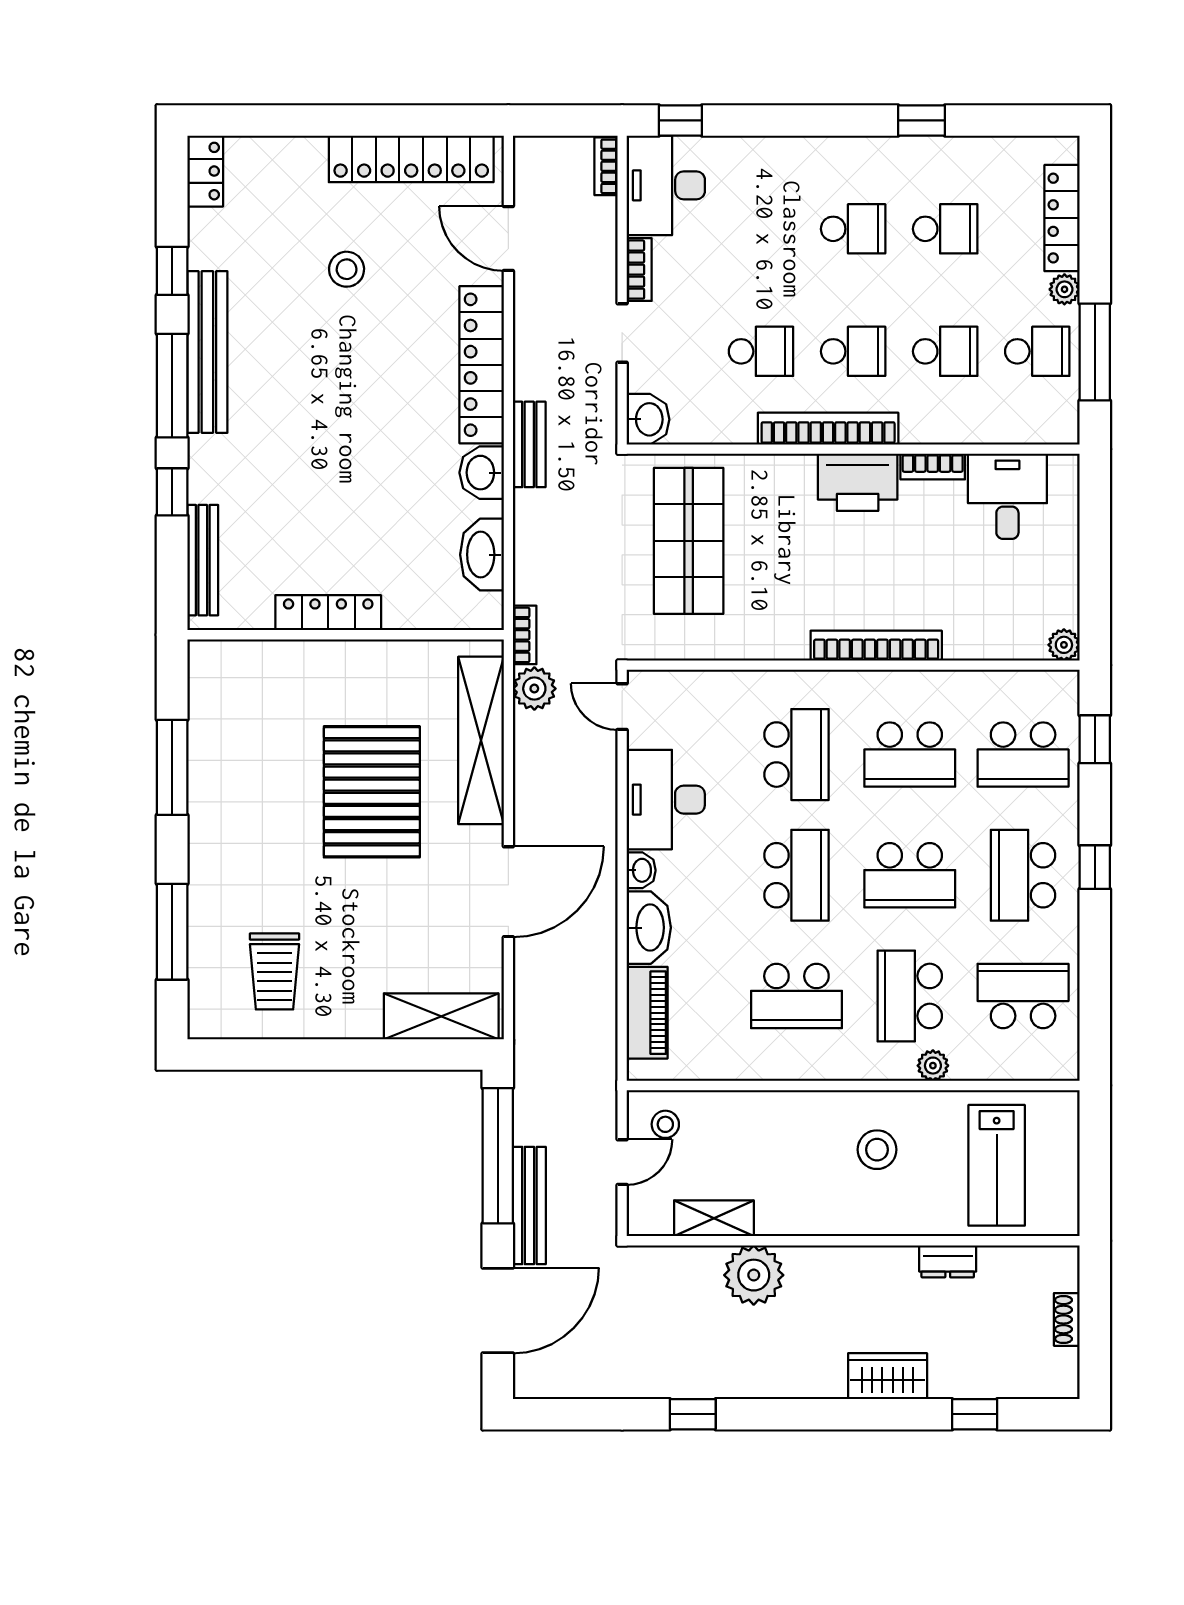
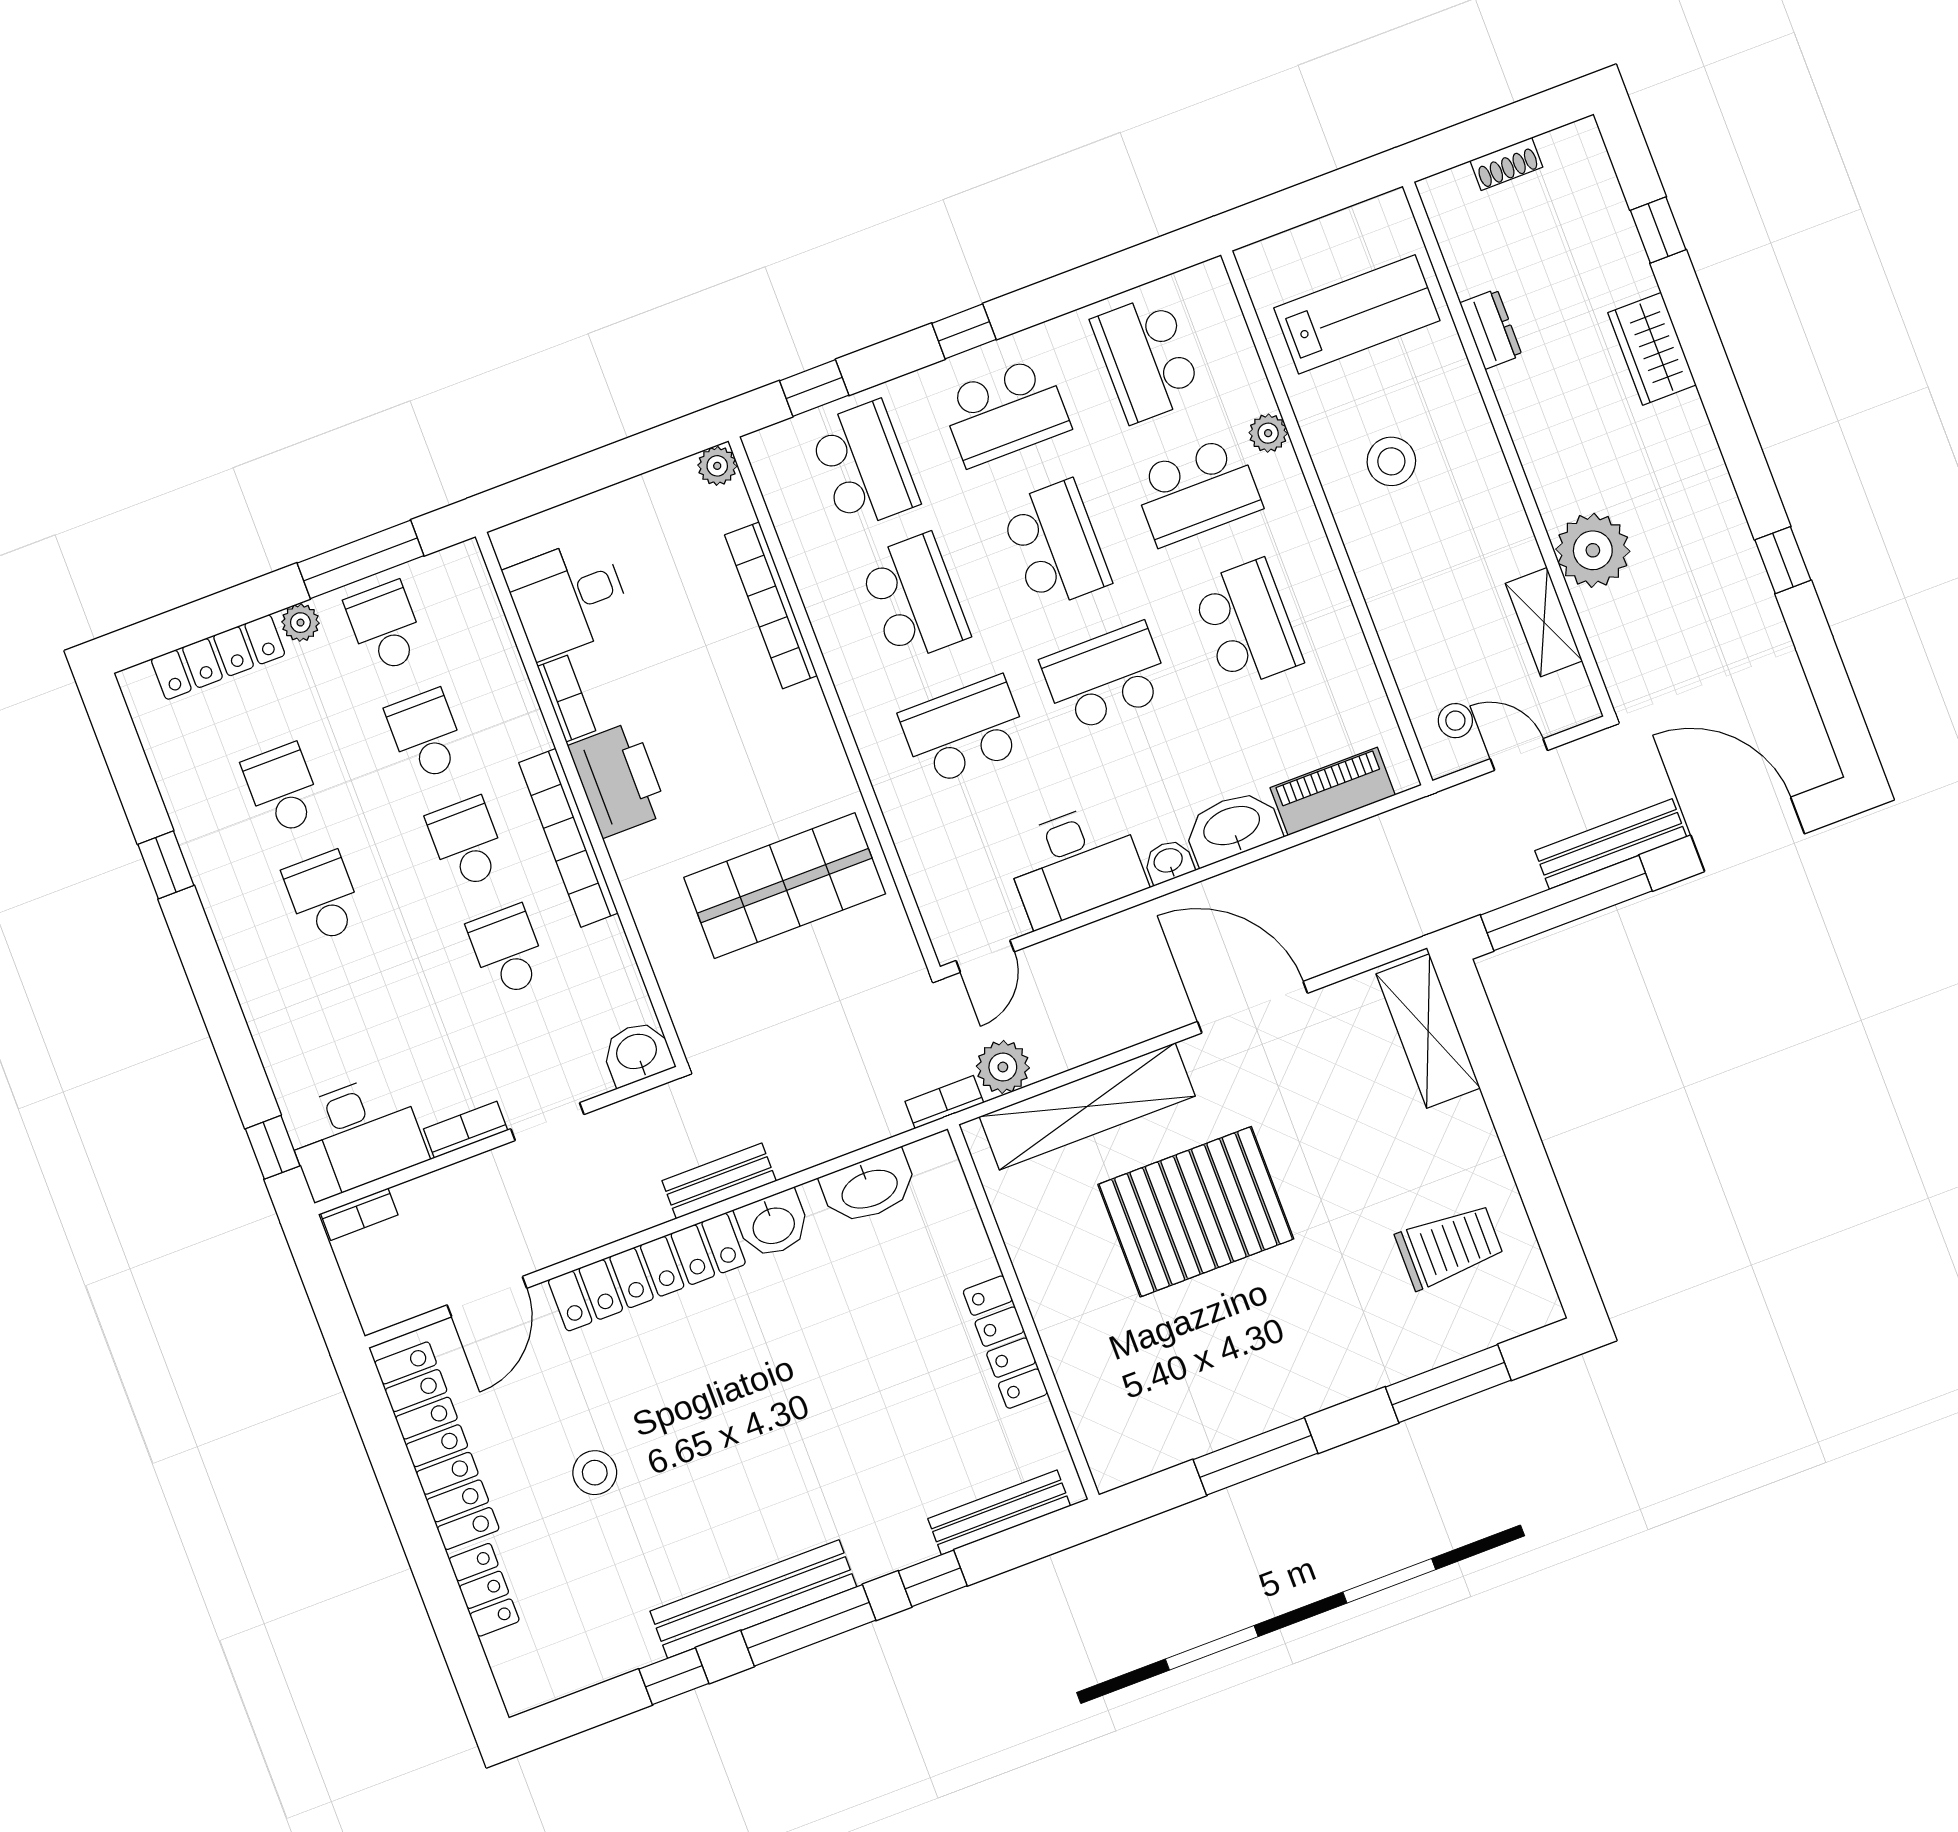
locker: (205, 171) -> (484, 1590), moved, turned 90
shop shelf: (689, 541) -> (785, 886), moved
bookcase: (876, 646) -> (771, 605), moved

